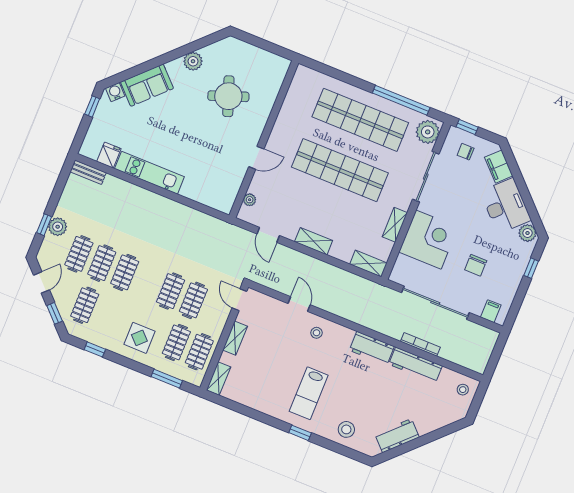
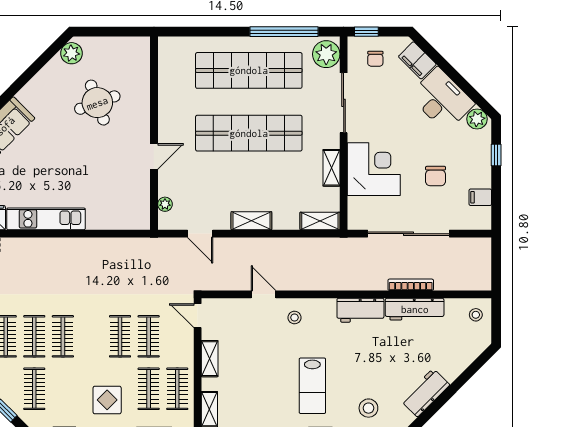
plant: (193, 61) -> (71, 53), moved
chair: (466, 152) -> (375, 59), turned -90
filing cabinet: (491, 311) -> (480, 197), moved, turned -90

